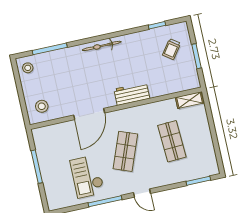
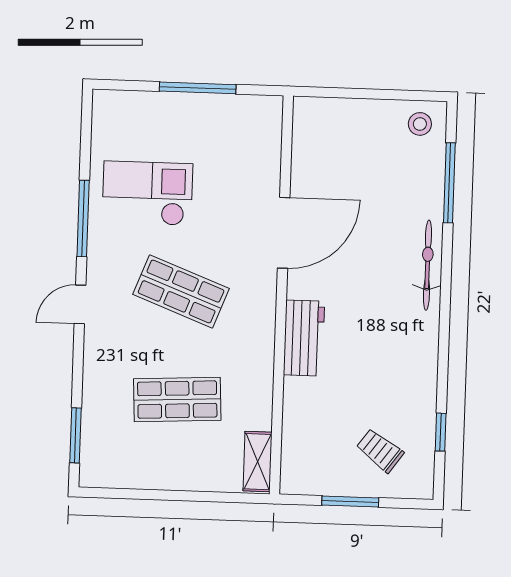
bicycle: (102, 46) -> (427, 265), moved
stool: (42, 106) -> (327, 133), removed
door: (89, 114) -> (284, 233), swing flipped

